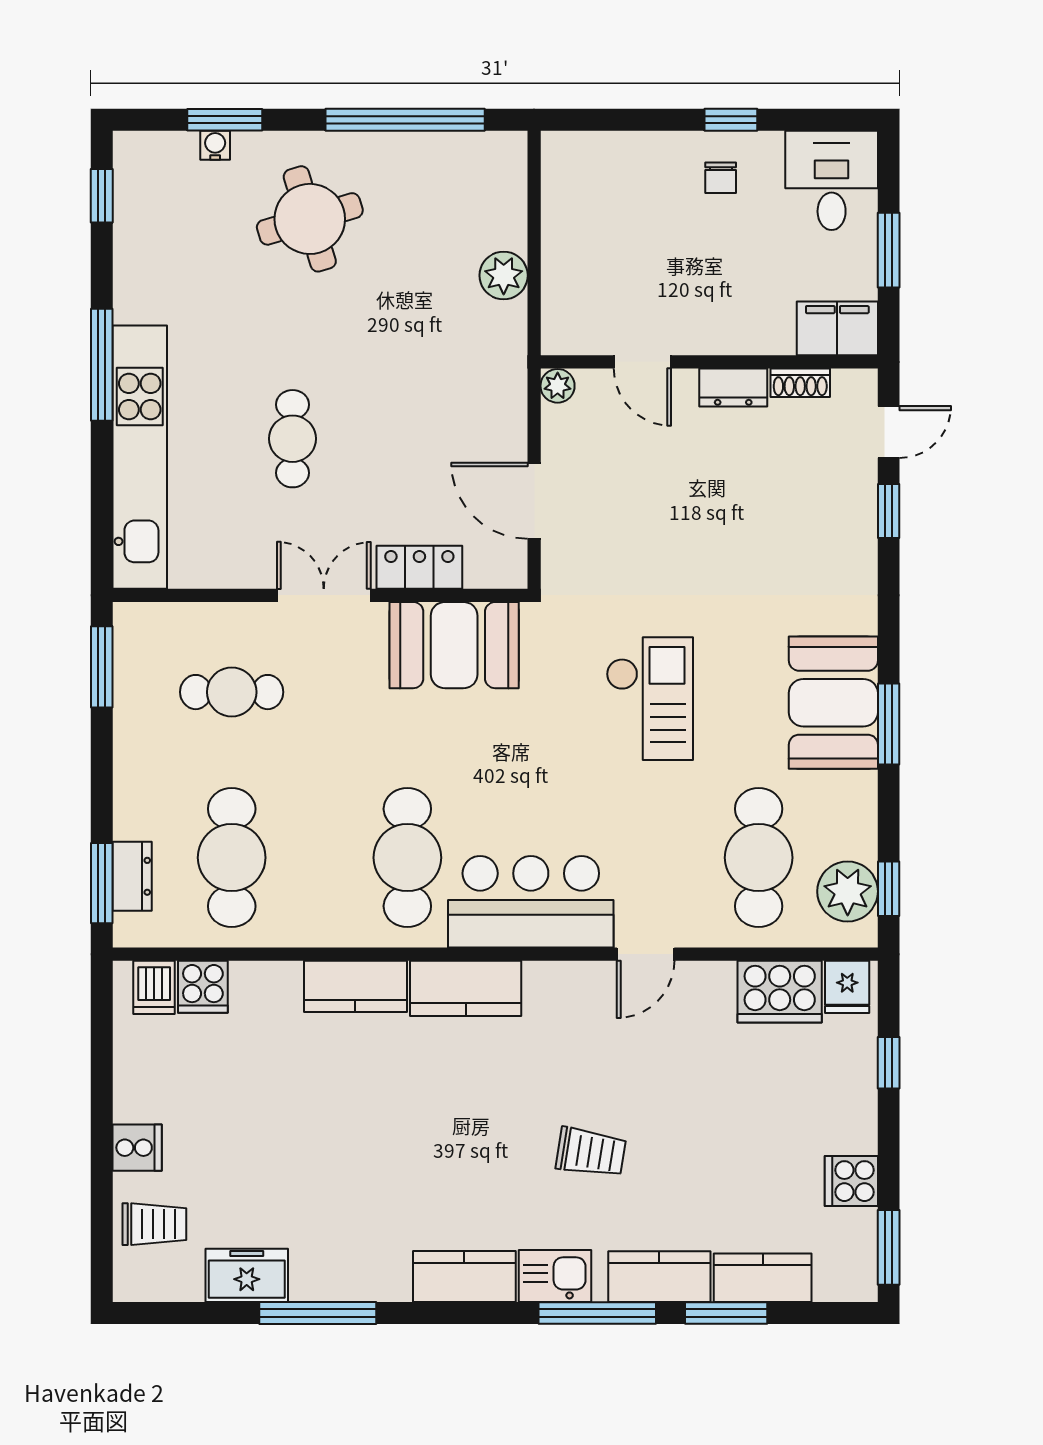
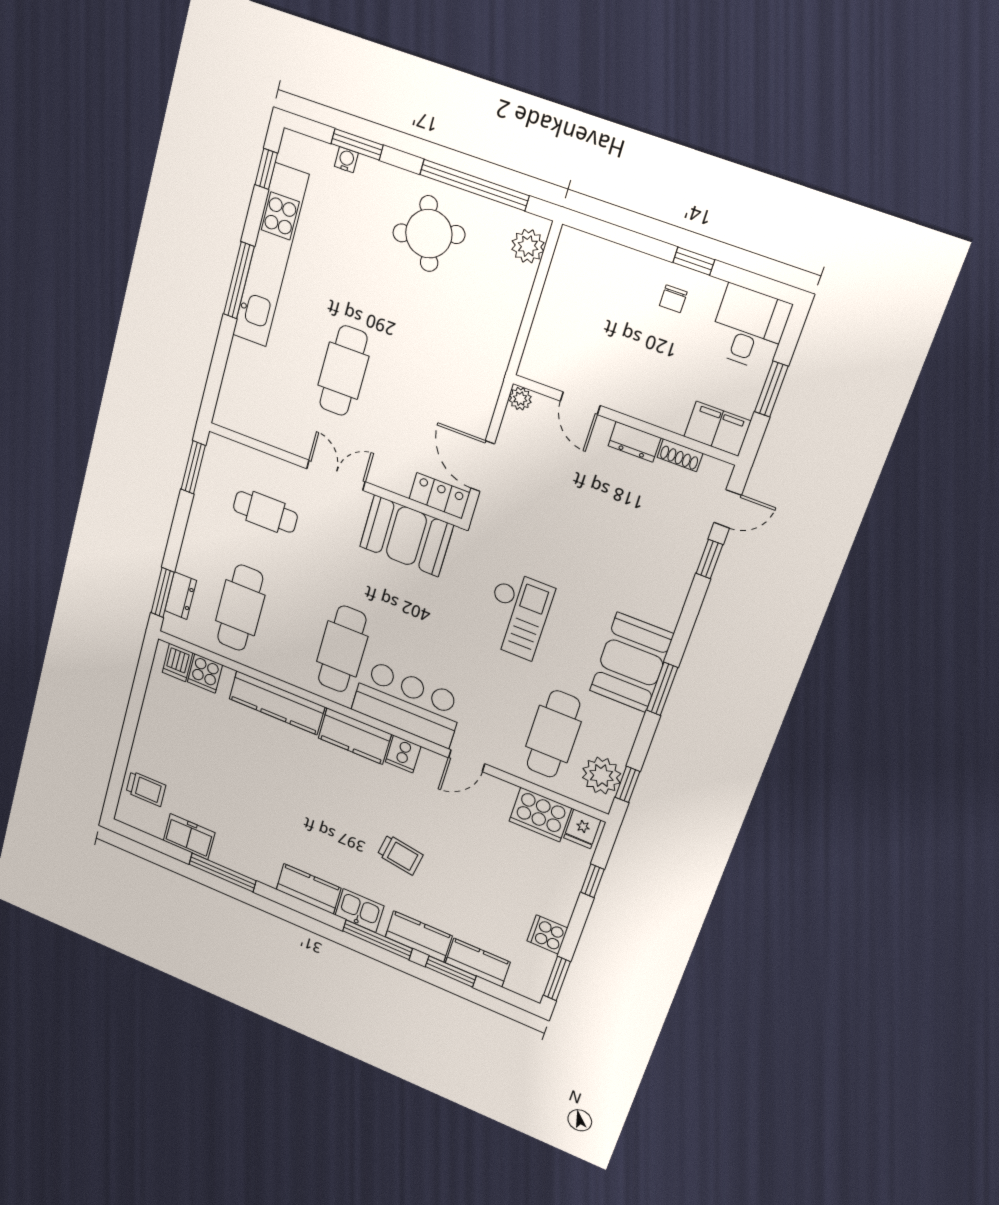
round table: (310, 219) -> (429, 234), moved
plant: (504, 275) -> (528, 246), moved
cafe table: (293, 439) -> (343, 371), width x1.37, depth x1.35
kitchen unit: (140, 457) -> (270, 256), moved
locker: (419, 567) -> (439, 496), moved
kitchen counter: (355, 986) -> (277, 703), width x1.50
cooker: (137, 1148) -> (403, 754), moved, turned 90

